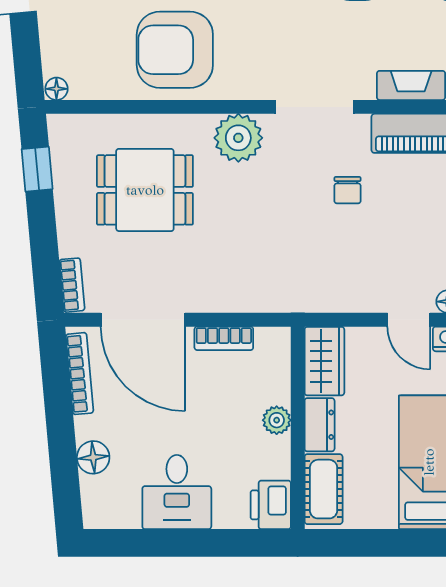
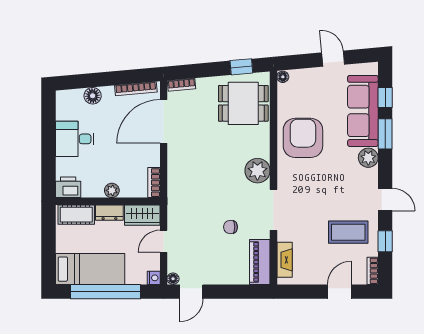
dining table: (145, 190) -> (243, 103), moved, turned 90
door: (409, 320) -> (164, 241), moved
bookcase: (224, 338) -> (154, 183), moved

